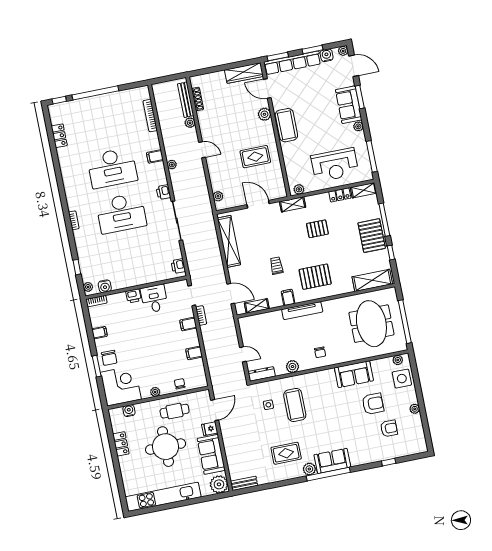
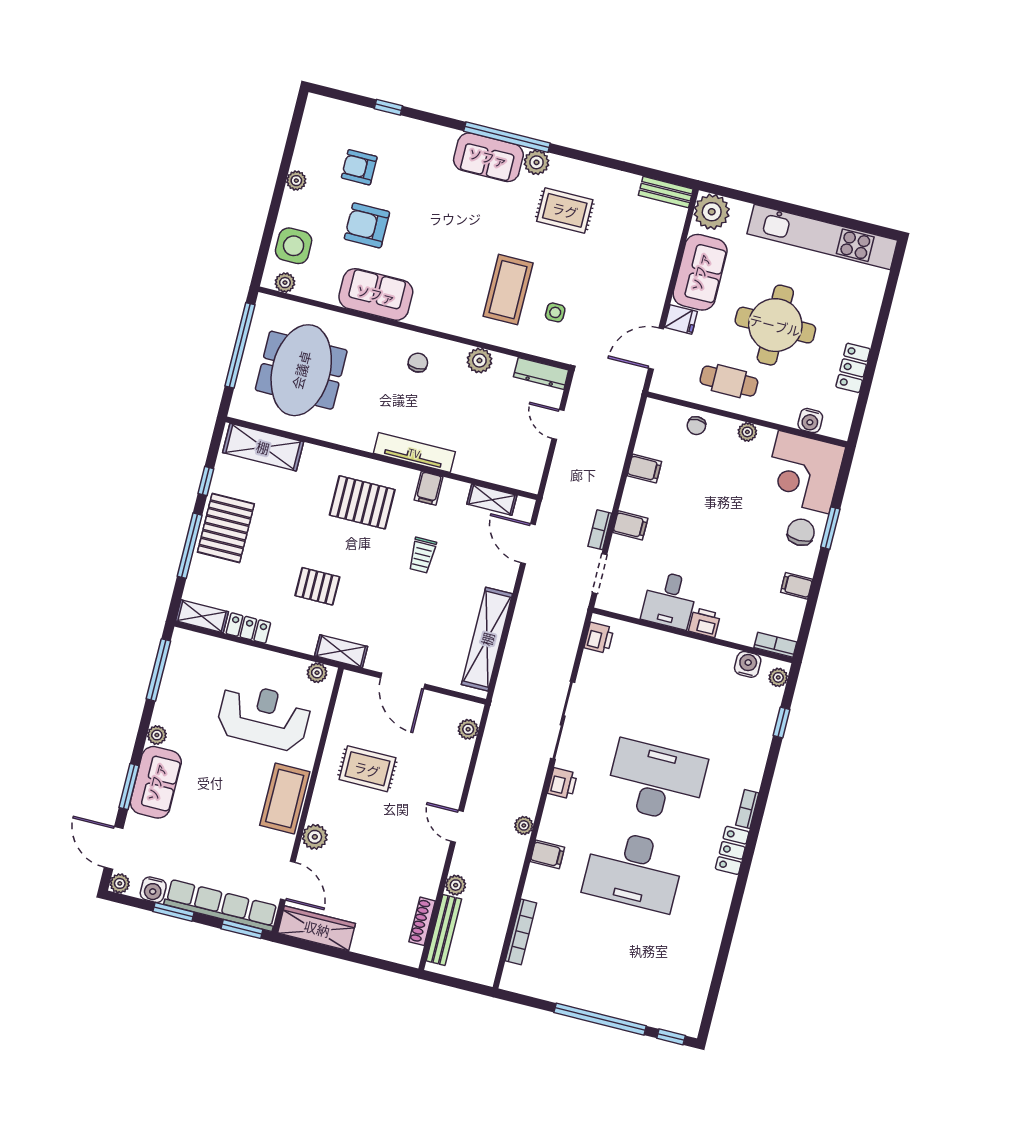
locker: (59, 136) -> (732, 850), moved
reception desk: (335, 165) -> (264, 717), moved
desk: (112, 168) -> (634, 870), turned 180

